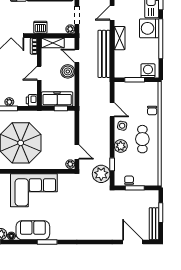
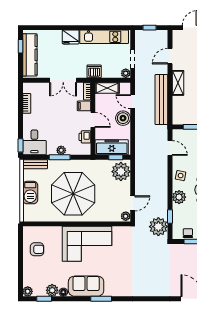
filing cabinet: (31, 60) -> (84, 106), added
door: (39, 73) -> (93, 120), swing flipped
printer: (32, 100) -> (85, 137), moved
door: (112, 110) -> (170, 148), moved
plant: (66, 122) -> (121, 172), added
door: (77, 152) -> (133, 203), hinge flipped

